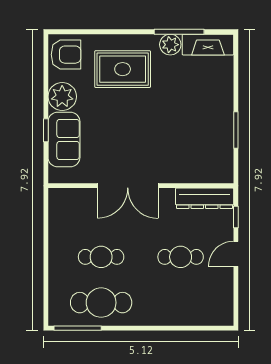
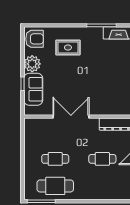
plant: (170, 45) -> (96, 33), removed
rug: (123, 69) -> (68, 48), width x0.73, depth x0.70
double door: (128, 186) -> (71, 117), swing flipped

